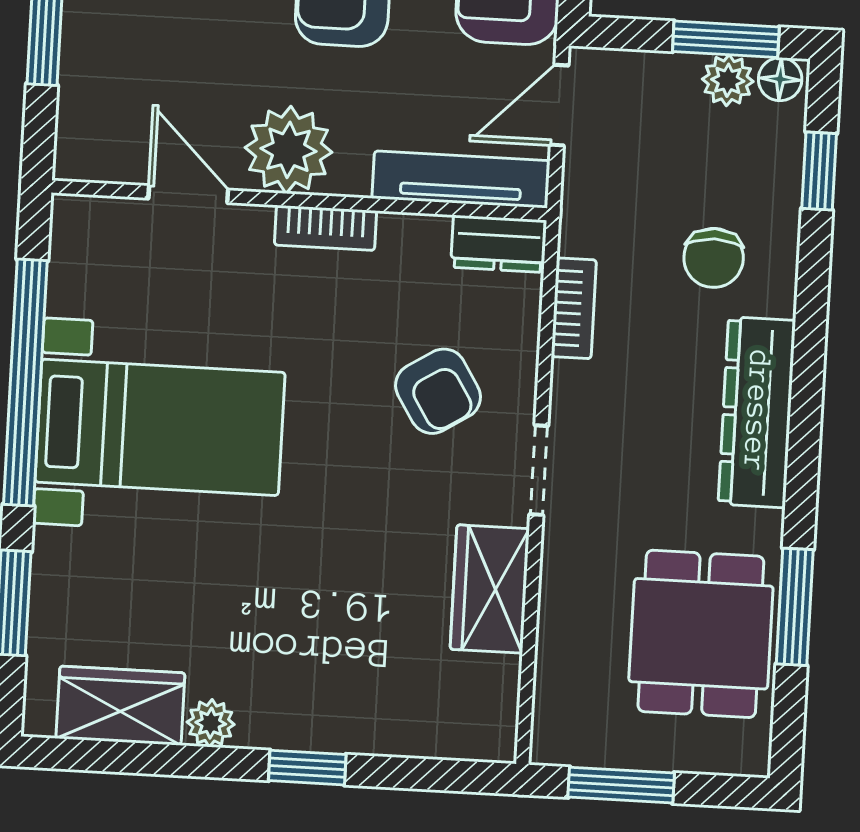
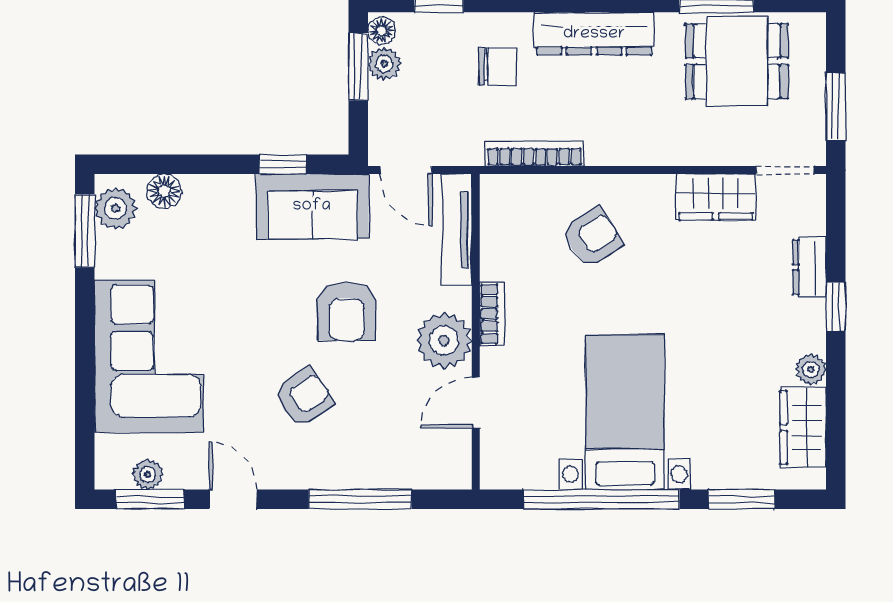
dresser: (499, 244) -> (809, 267), moved, turned 180
bookcase: (574, 308) -> (535, 154), width x1.56
doorway: (539, 470) -> (785, 170), moved

